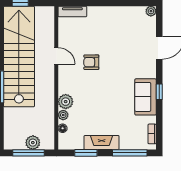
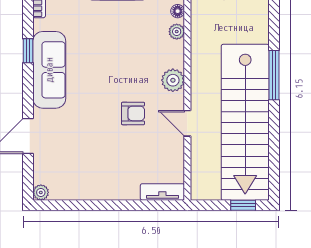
window: (159, 92) -> (28, 51), moved
sofa: (145, 97) -> (49, 70), width x1.36
plant: (66, 102) -> (173, 80), moved

